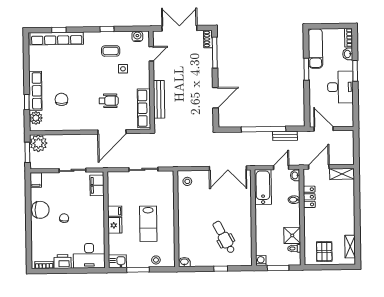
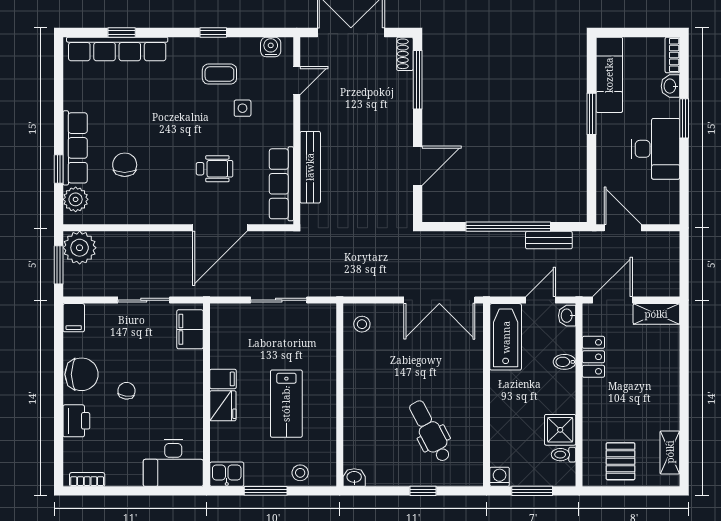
printer: (63, 261) -> (76, 421), moved, turned 90

